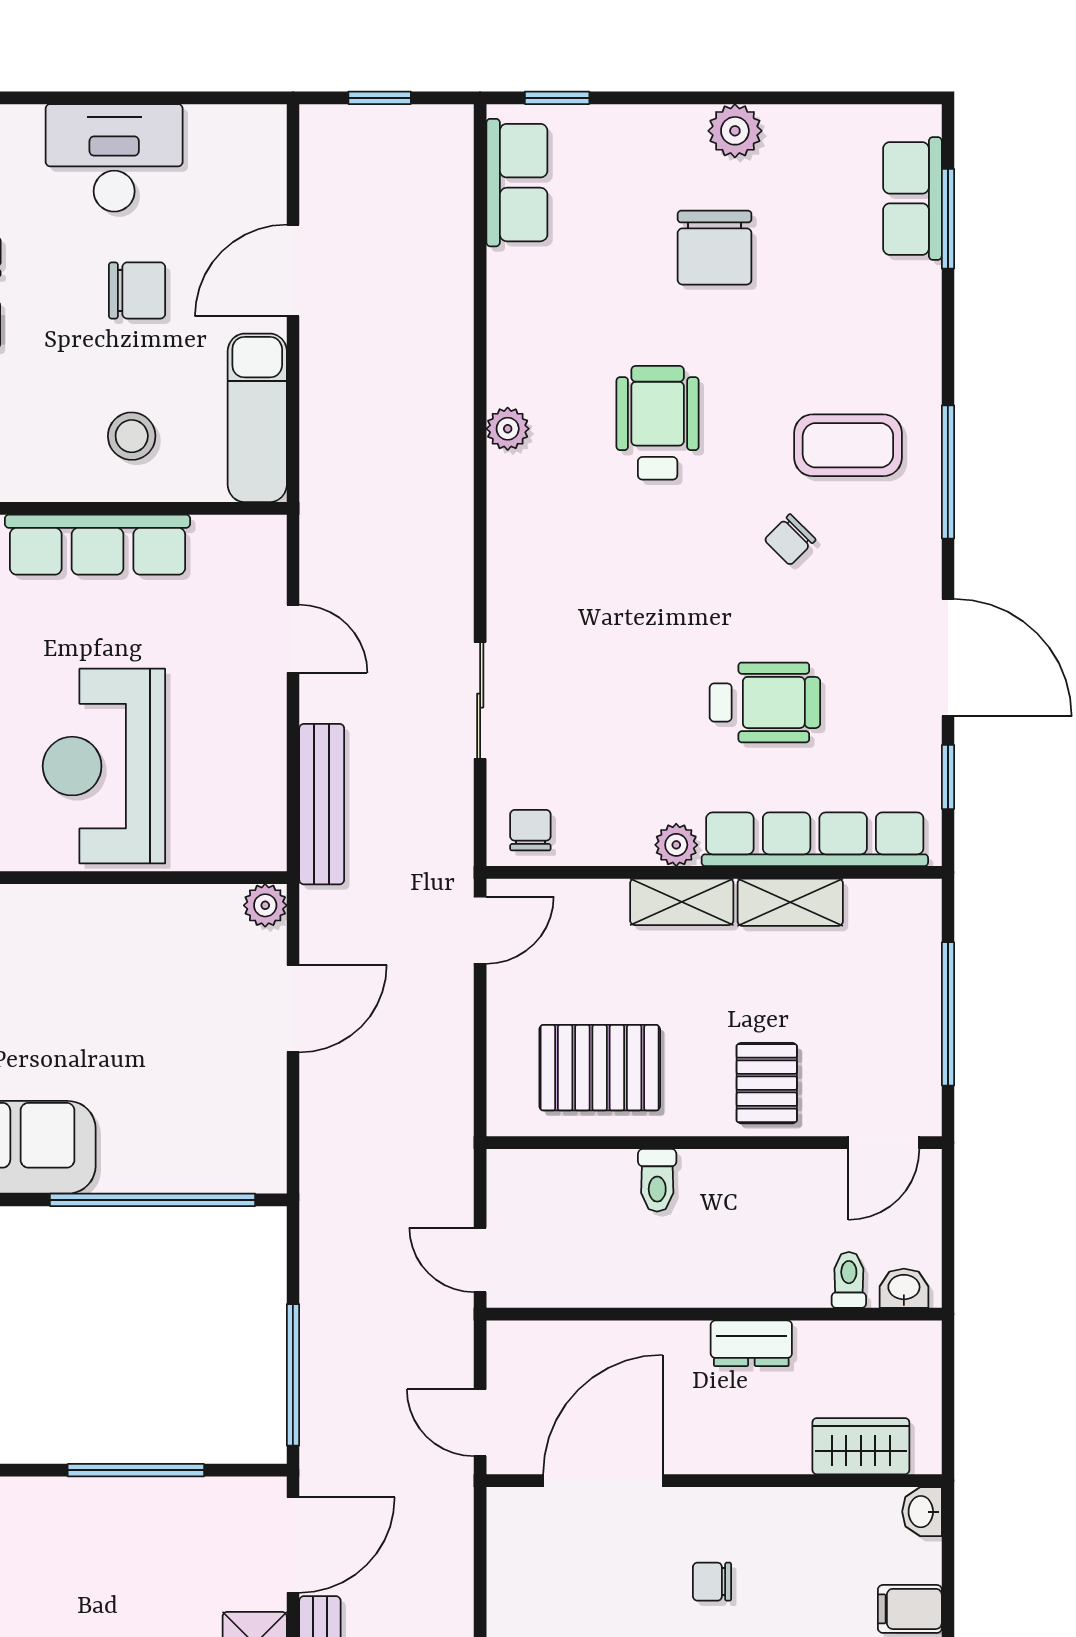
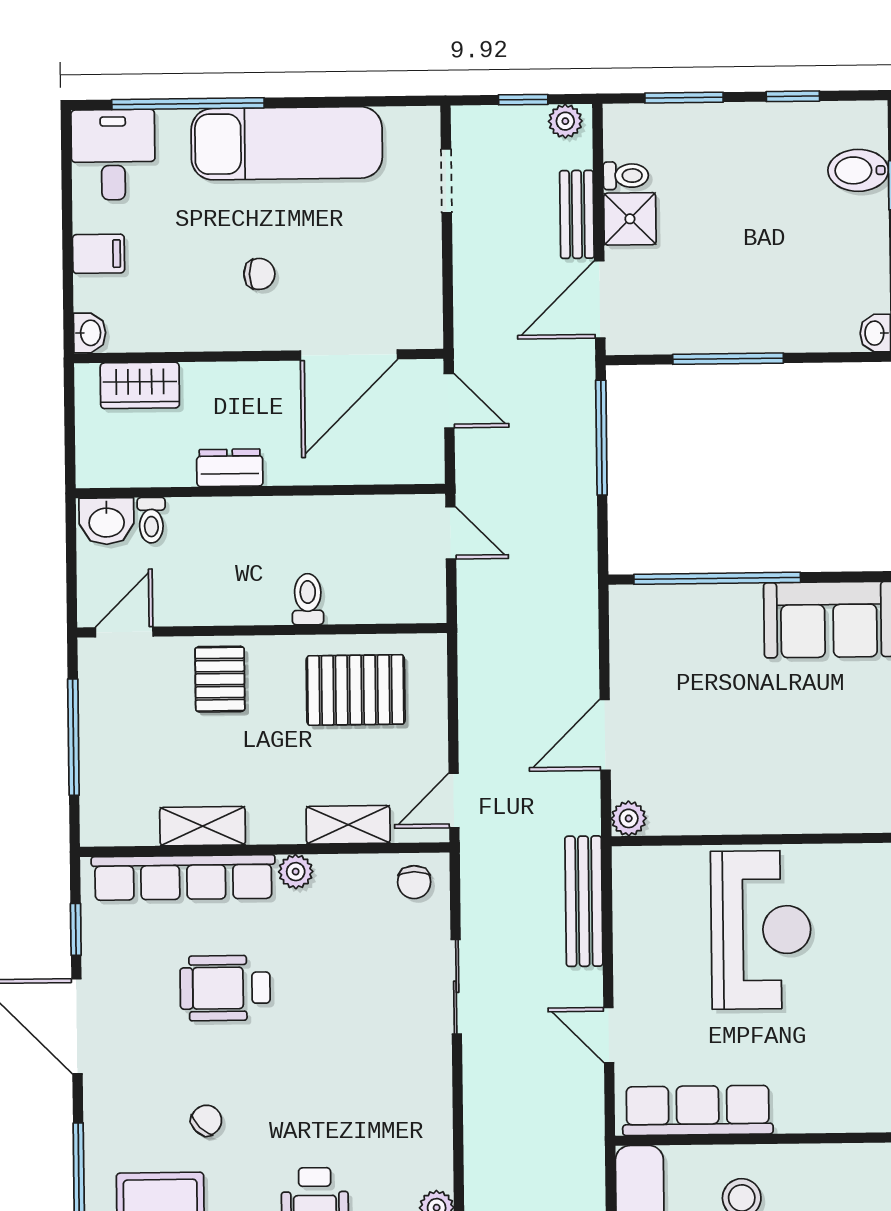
row of seats: (98, 545) -> (698, 1110), moved
shelving: (682, 902) -> (348, 825), moved
washbasin: (904, 1288) -> (107, 521), width x1.38, depth x1.45

